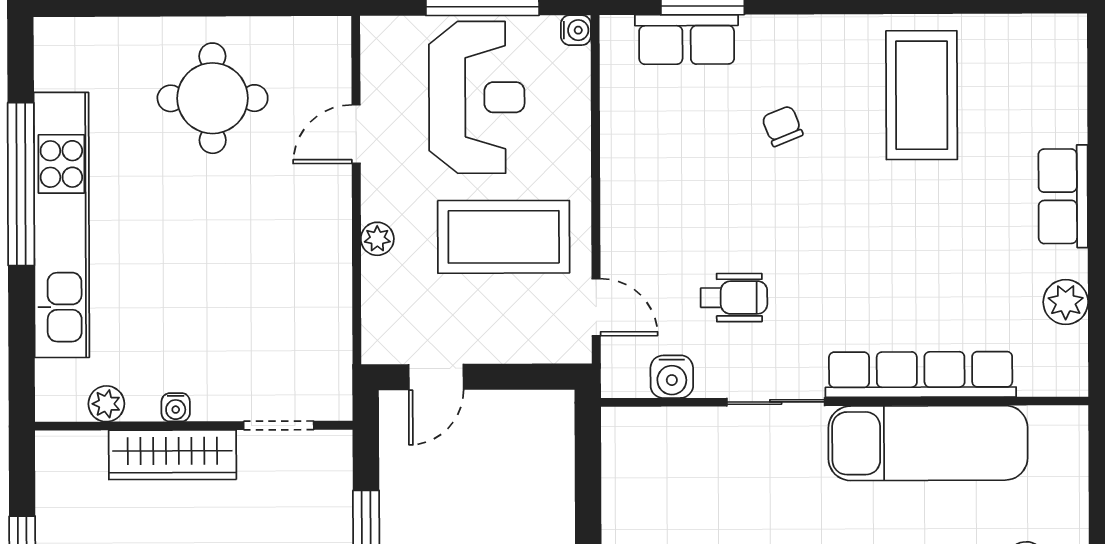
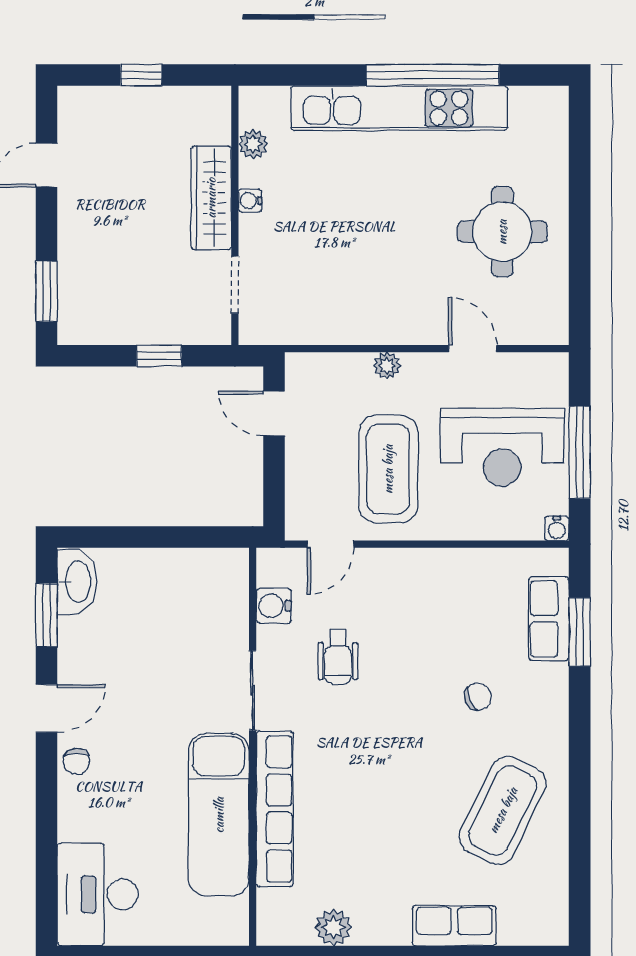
coffee table: (922, 95) -> (503, 810), turned -64
row of seats: (1063, 196) -> (454, 926), moved

